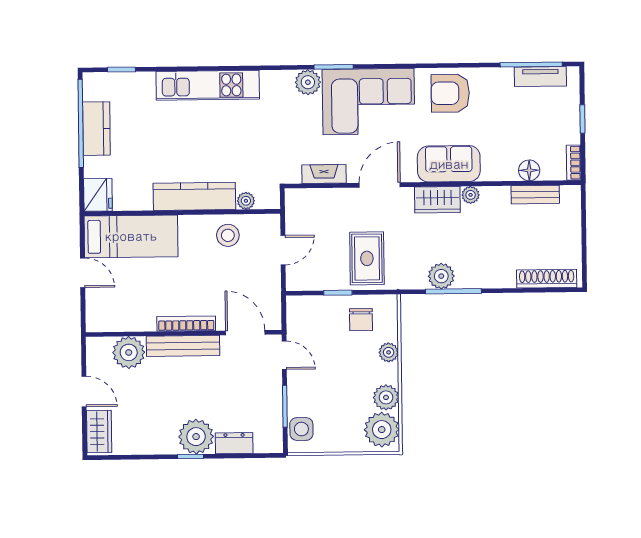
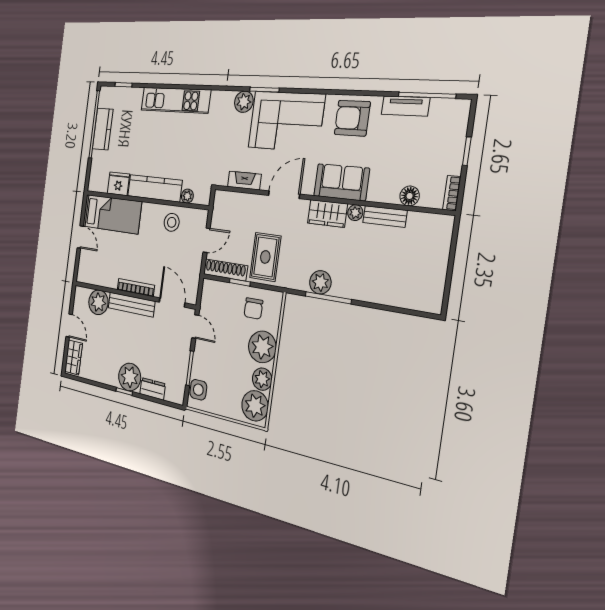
tv unit: (540, 77) -> (405, 106), moved
fridge: (98, 195) -> (118, 184), moved, turned -90
bench: (535, 195) -> (385, 216), moved
shoe rack: (547, 279) -> (225, 270), moved
plant: (389, 352) -> (262, 347), width x1.87, depth x1.87

